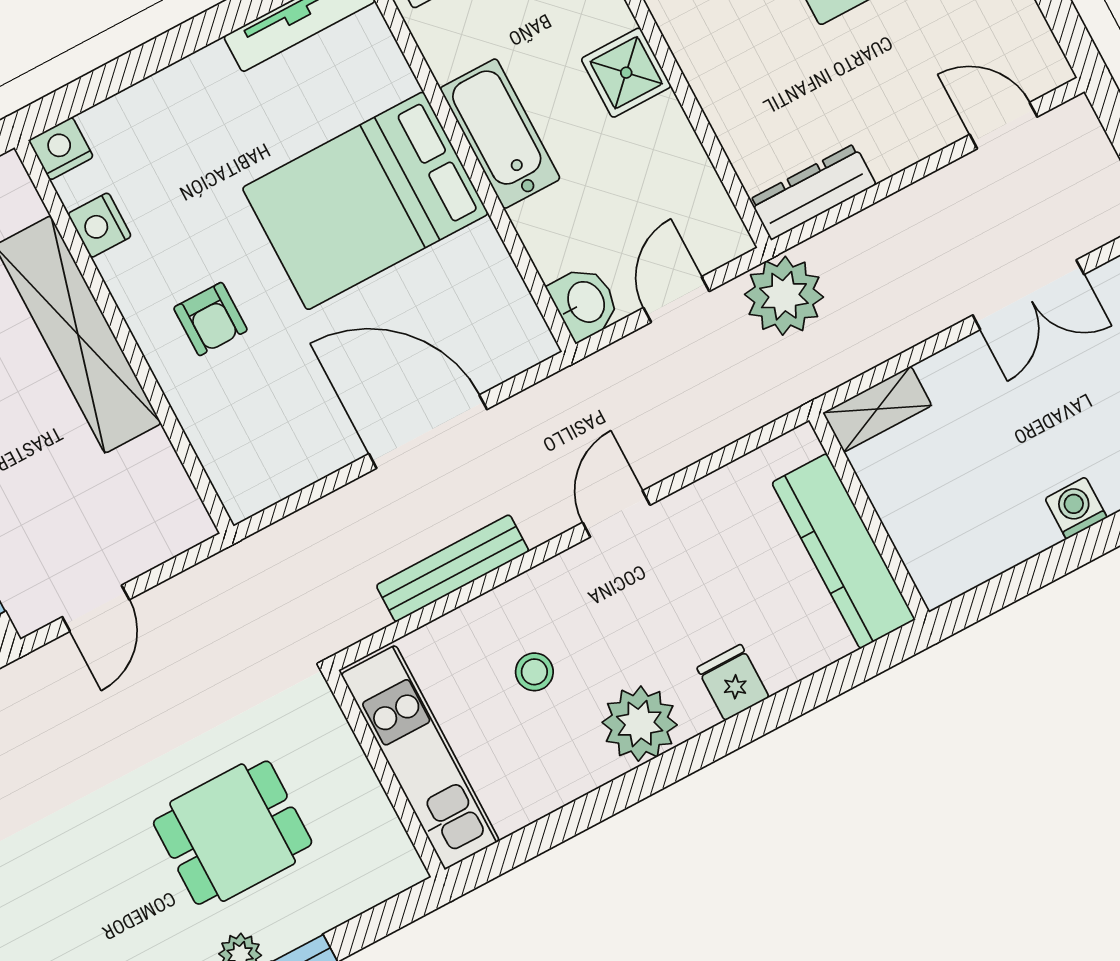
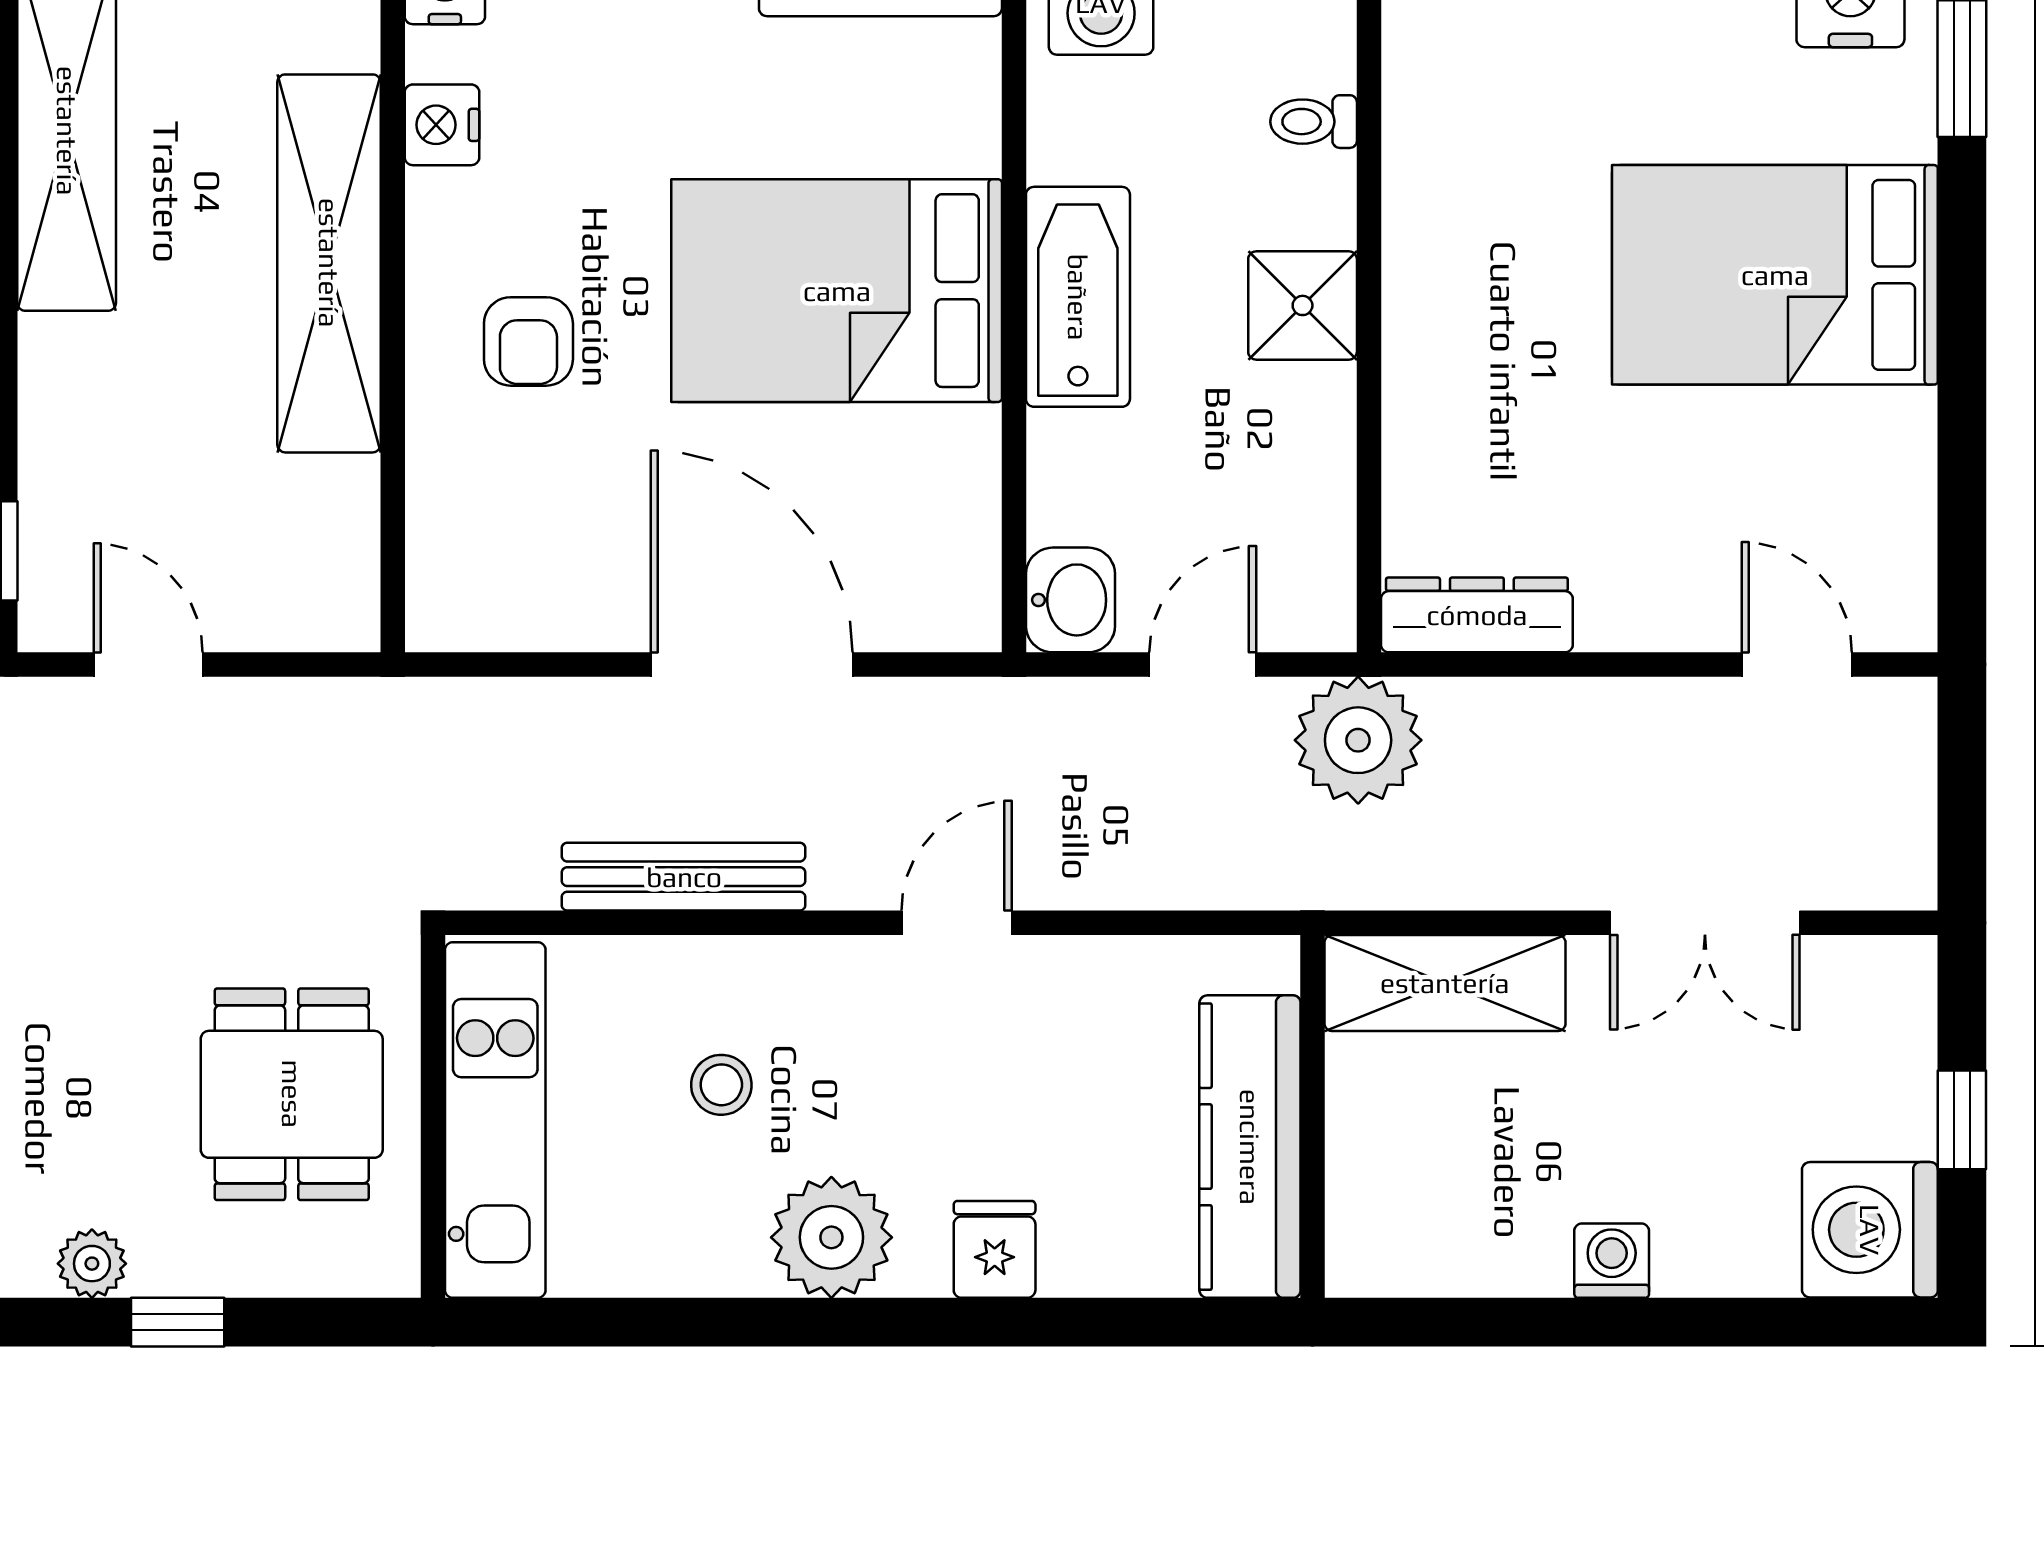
shelving: (877, 409) -> (1445, 983), width x1.50, depth x1.33
door: (96, 608) -> (148, 665), swing flipped
dining table: (233, 833) -> (292, 1094), moved, turned 90

